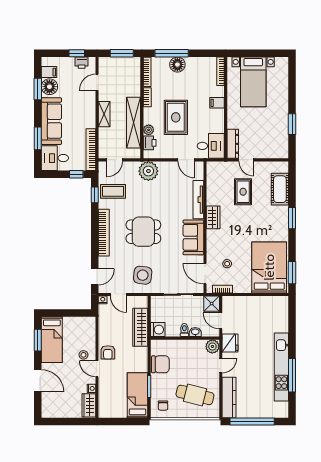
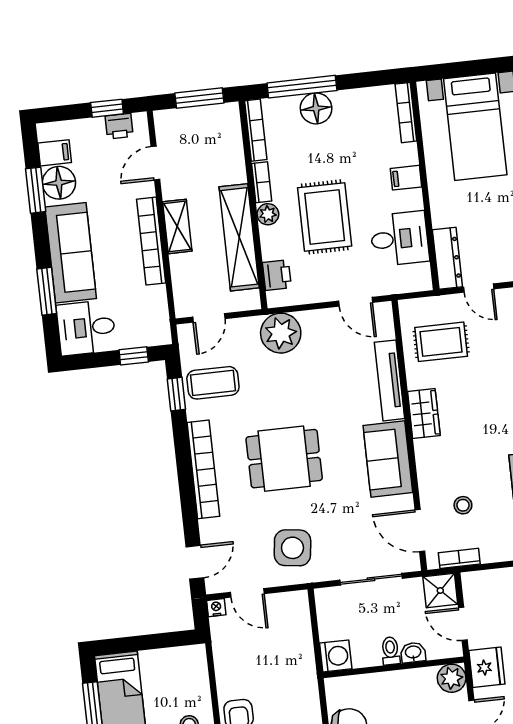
plant: (149, 130) -> (268, 214), moved
desk: (211, 146) -> (400, 239), moved
bookcase: (91, 150) -> (151, 241), moved
rug: (243, 192) -> (441, 342), moved, turned 90
wardrobe: (140, 327) -> (299, 655), removed

